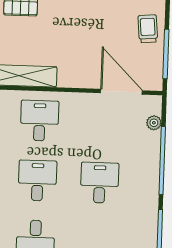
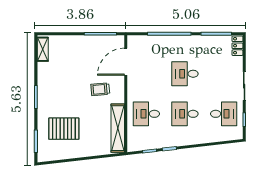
trolley: (148, 29) -> (100, 89), moved
plant: (154, 123) -> (145, 40), removed

